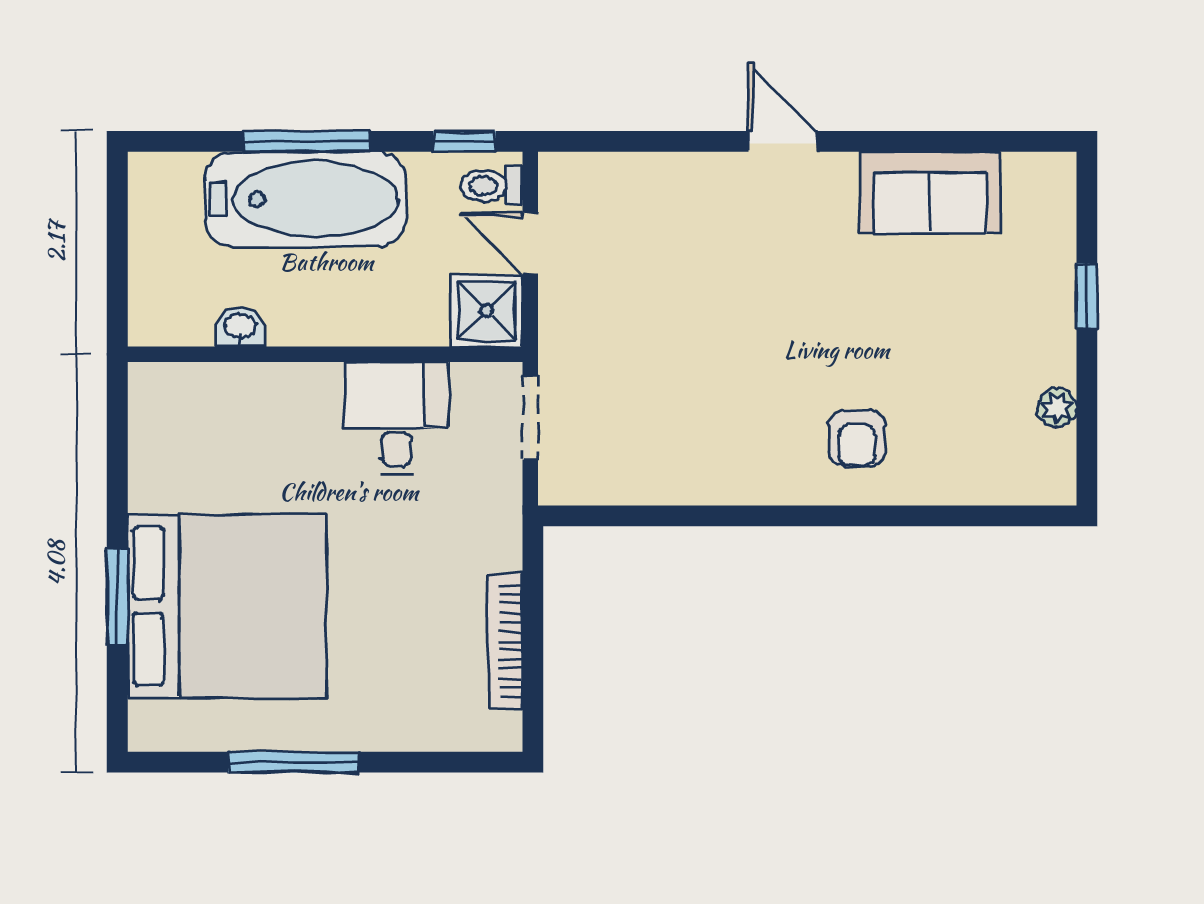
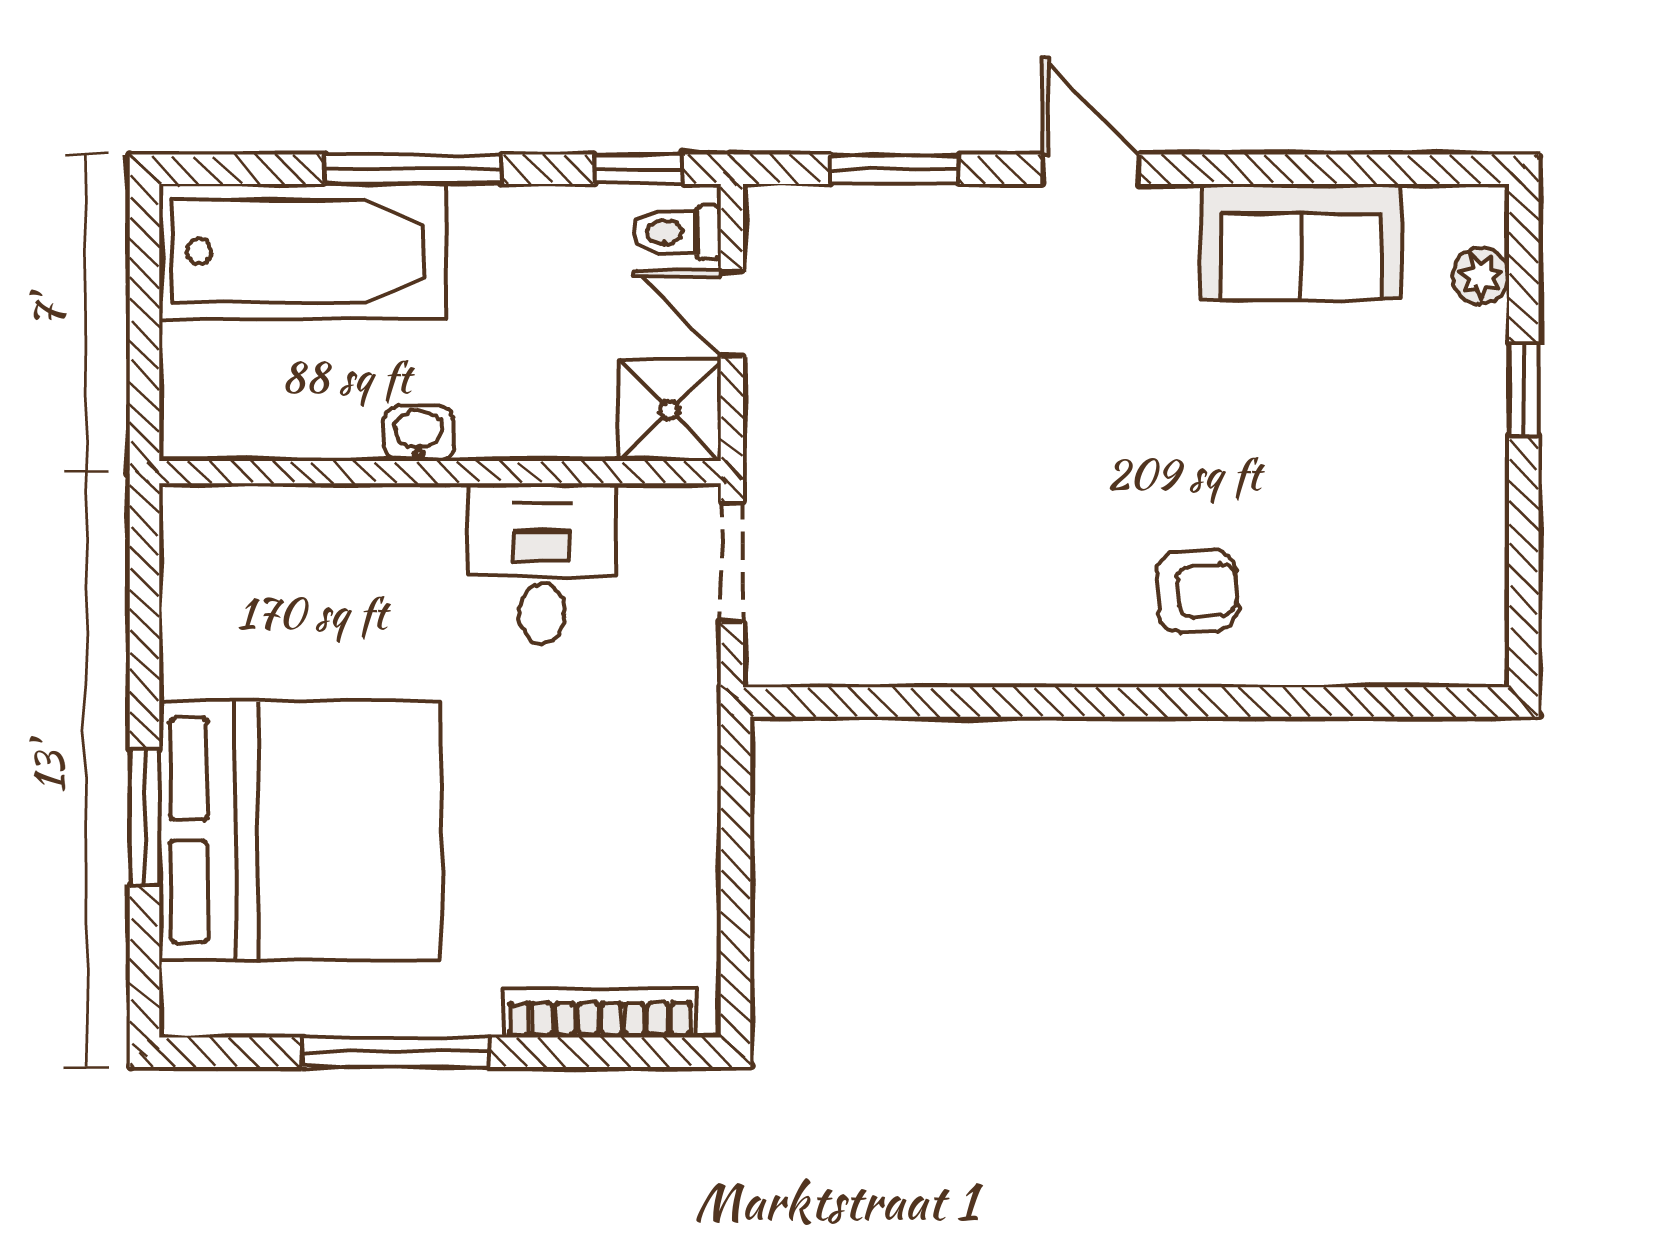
window: (645, 141) -> (894, 169), added
bathtub: (305, 199) -> (303, 251), moved
washbasin: (240, 327) -> (419, 433), moved
plant: (1057, 408) -> (1481, 276), moved
armchair: (857, 438) -> (1197, 591), turned -93
bookcase: (505, 641) -> (600, 1013), moved, turned 90

